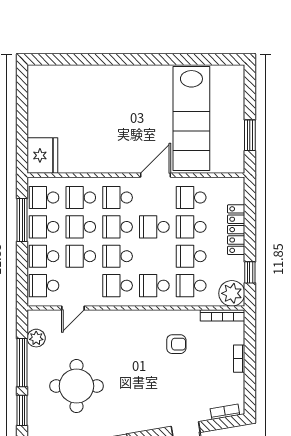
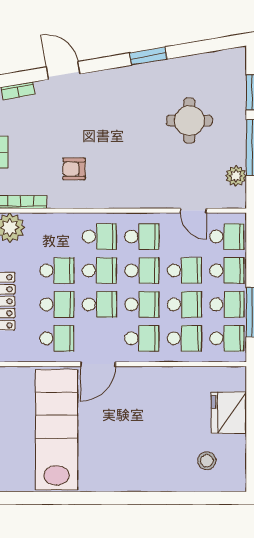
stool: (61, 92) -> (207, 461), added
fridge: (42, 155) -> (229, 413), moved
school desk: (191, 286) -> (99, 270), moved
door: (73, 308) -> (193, 211), swing flipped
round table: (76, 386) -> (189, 121), width x0.73, depth x0.73

